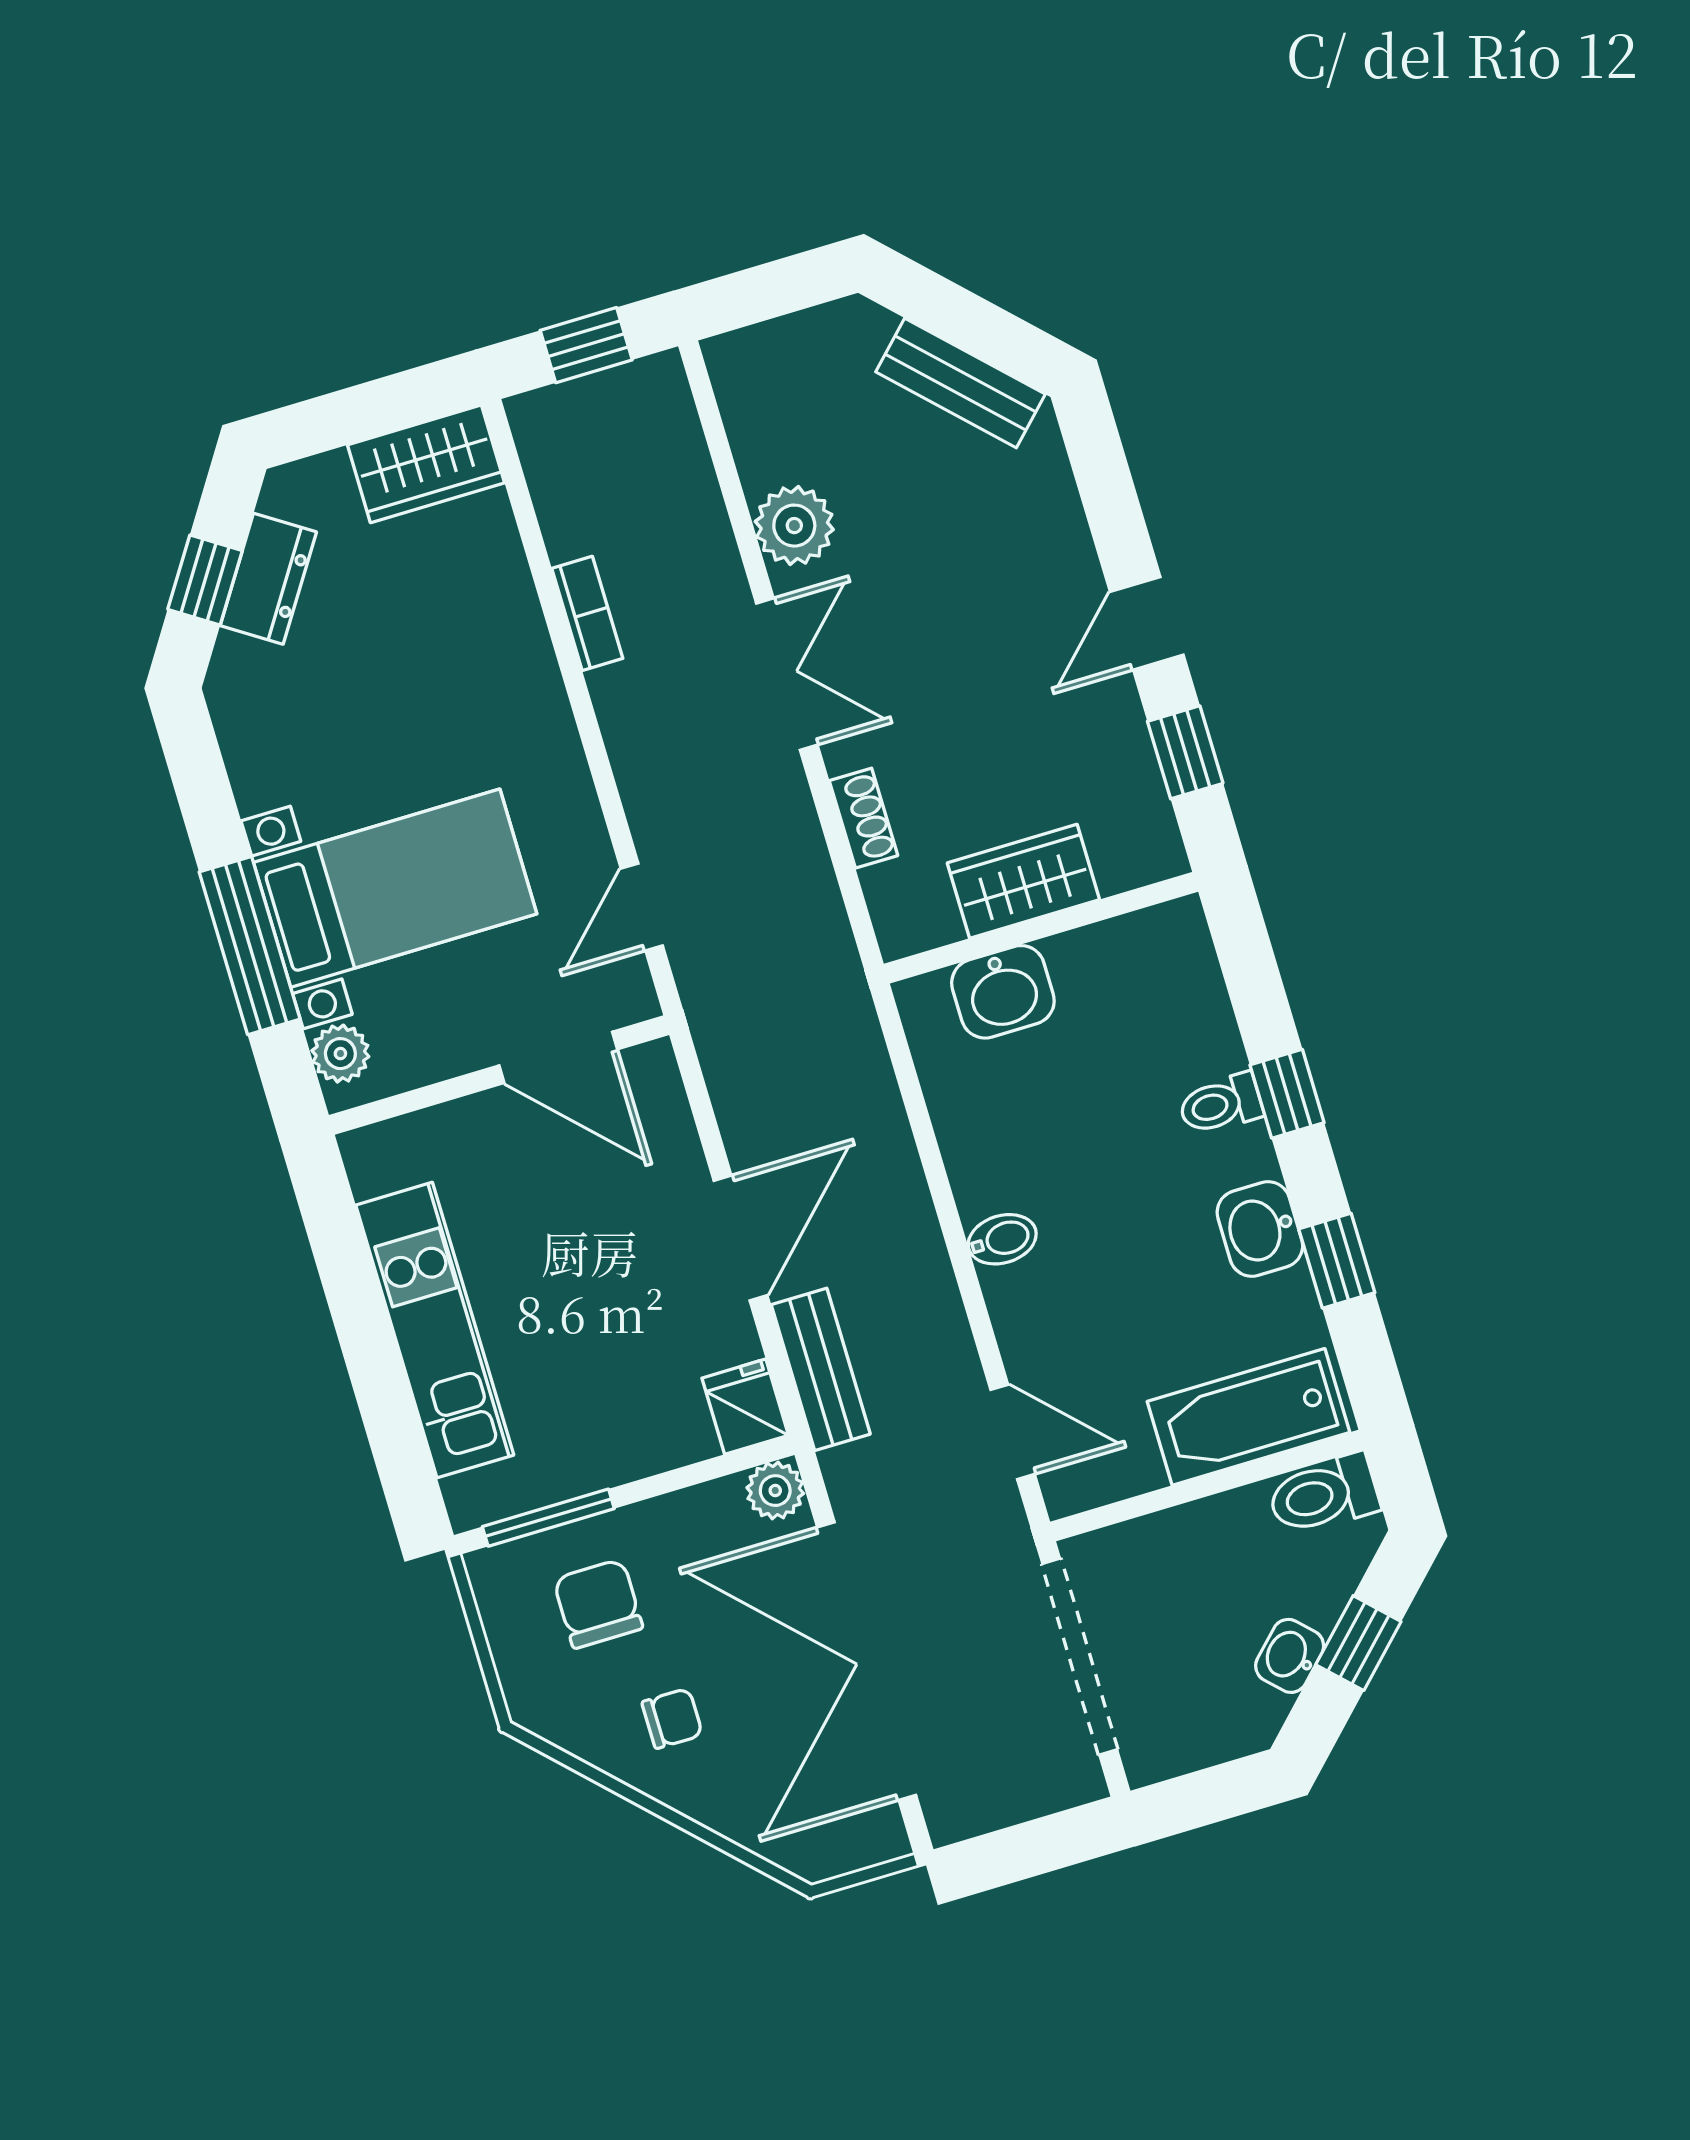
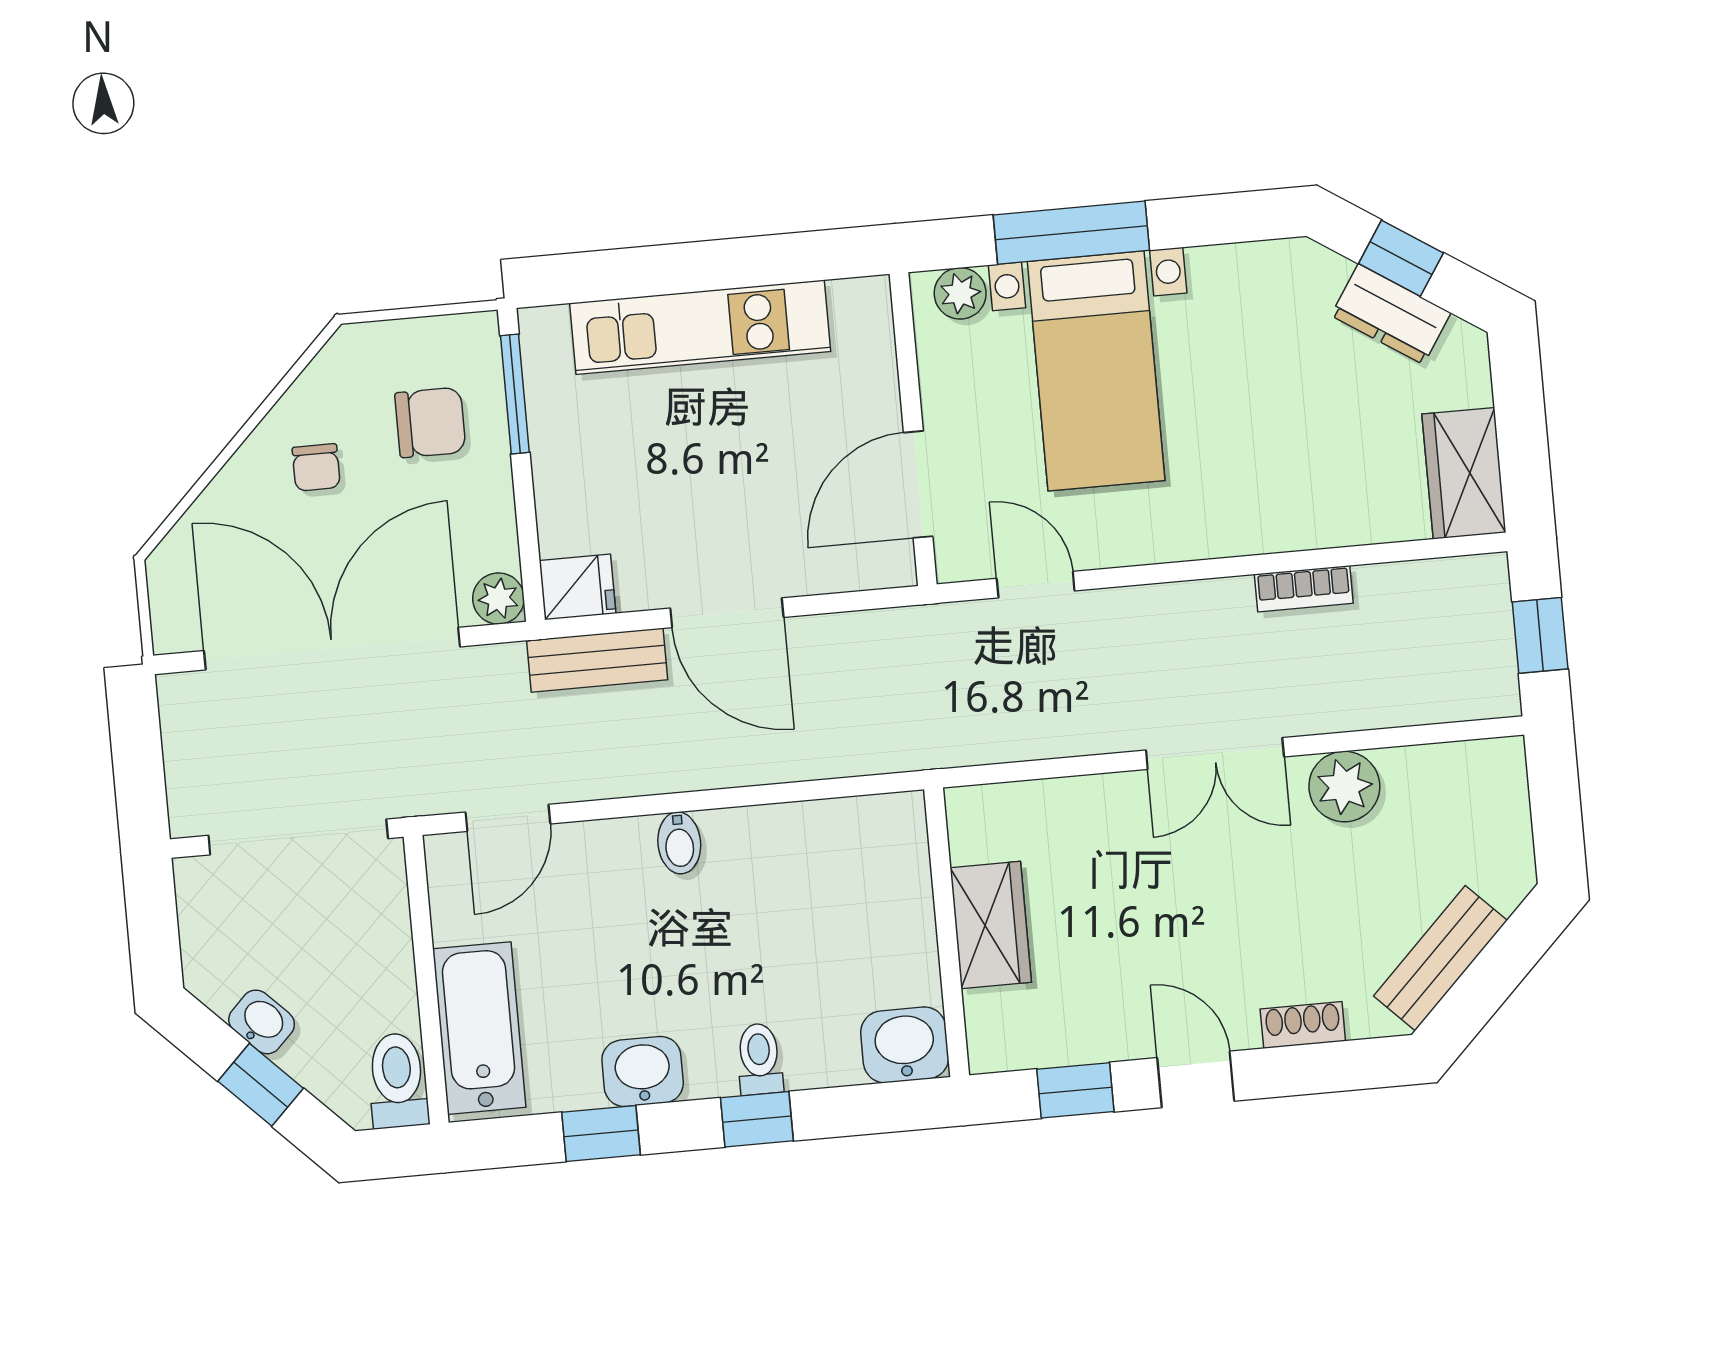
shoe rack: (864, 818) -> (1303, 1025), moved, turned 180
washbasin: (1003, 992) -> (905, 1045), moved, turned 90

